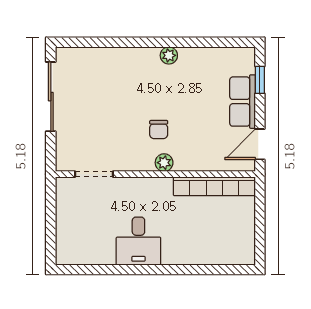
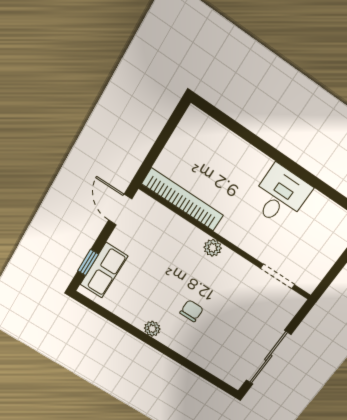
row of seats: (243, 102) -> (104, 270), moved
chair: (159, 130) -> (192, 311), moved
door: (260, 144) -> (120, 210), swing flipped

